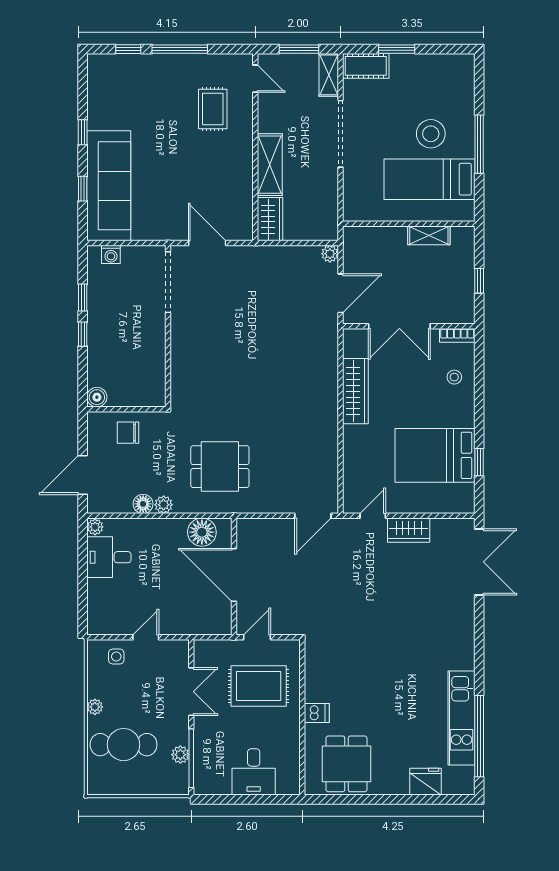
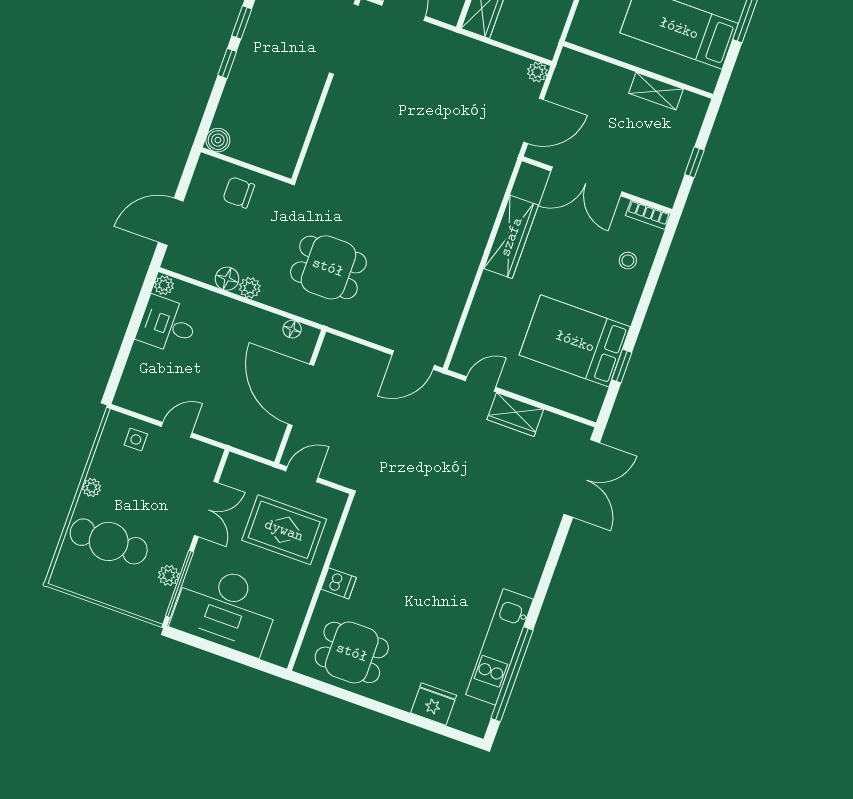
floor lamp: (202, 532) -> (292, 329), width x0.53, depth x0.53
dining table: (347, 764) -> (352, 652), turned 90
desk: (254, 772) -> (226, 609), width x1.87, depth x1.30

